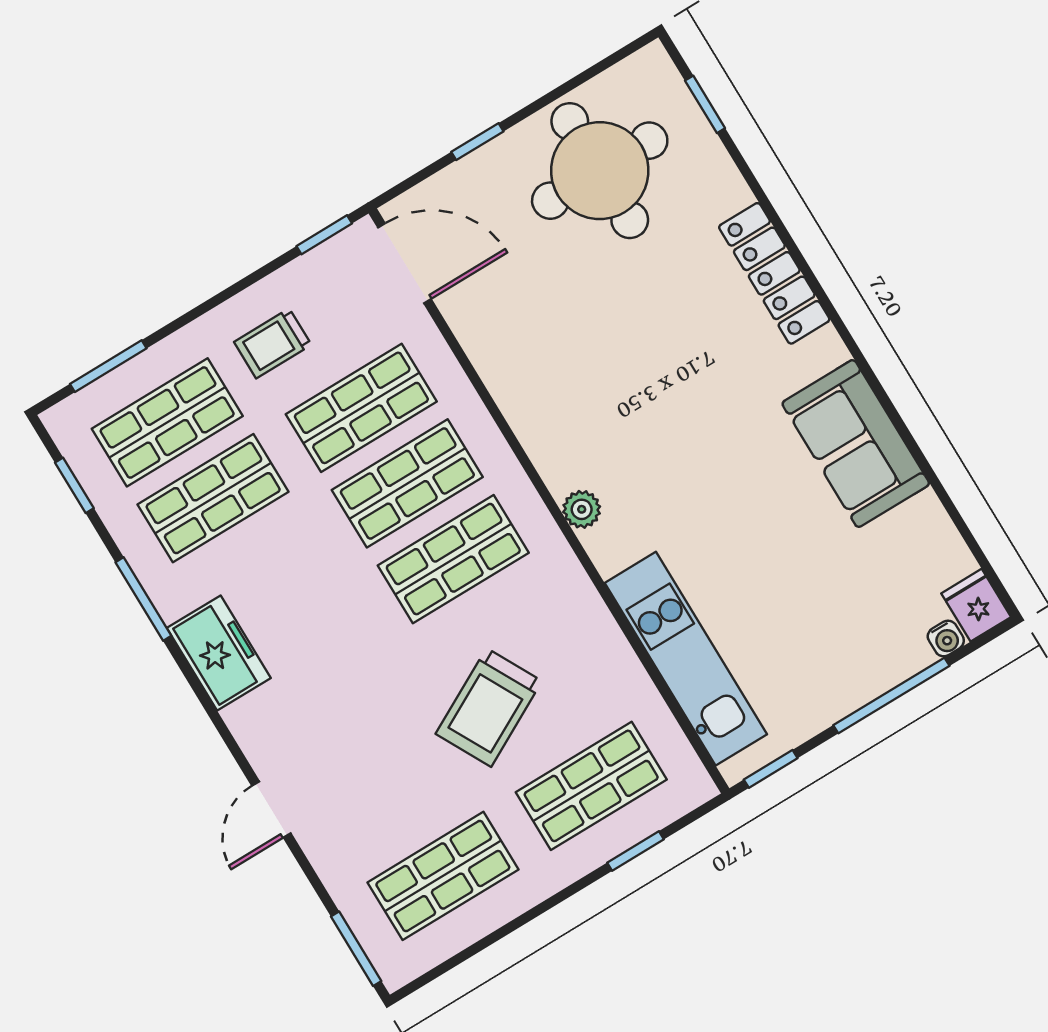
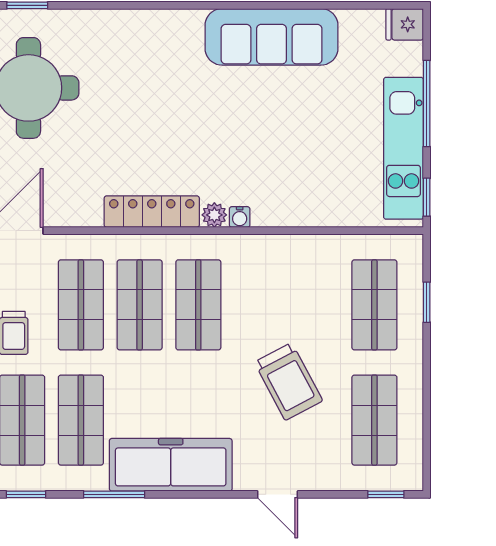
locker: (774, 273) -> (152, 212), moved, turned 180
sofa: (856, 443) -> (271, 37), width x1.36
water cooler: (946, 639) -> (240, 217), moved, turned 90
freezer: (219, 653) -> (171, 465), width x1.91, depth x1.26
kitchen unit: (686, 659) -> (403, 148), moved, turned -90
trolley: (489, 707) -> (288, 382), moved
window: (356, 949) -> (386, 494), width x0.67

